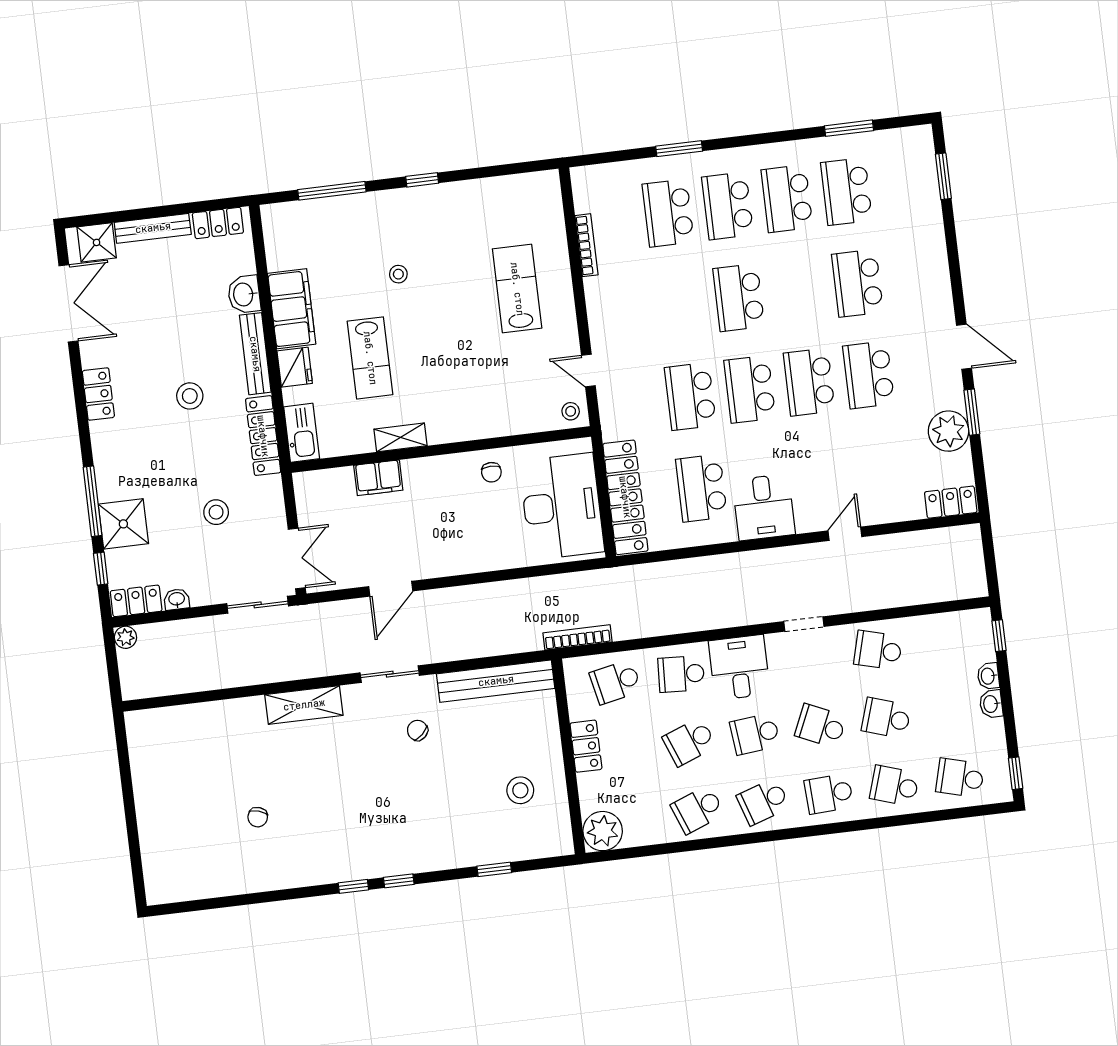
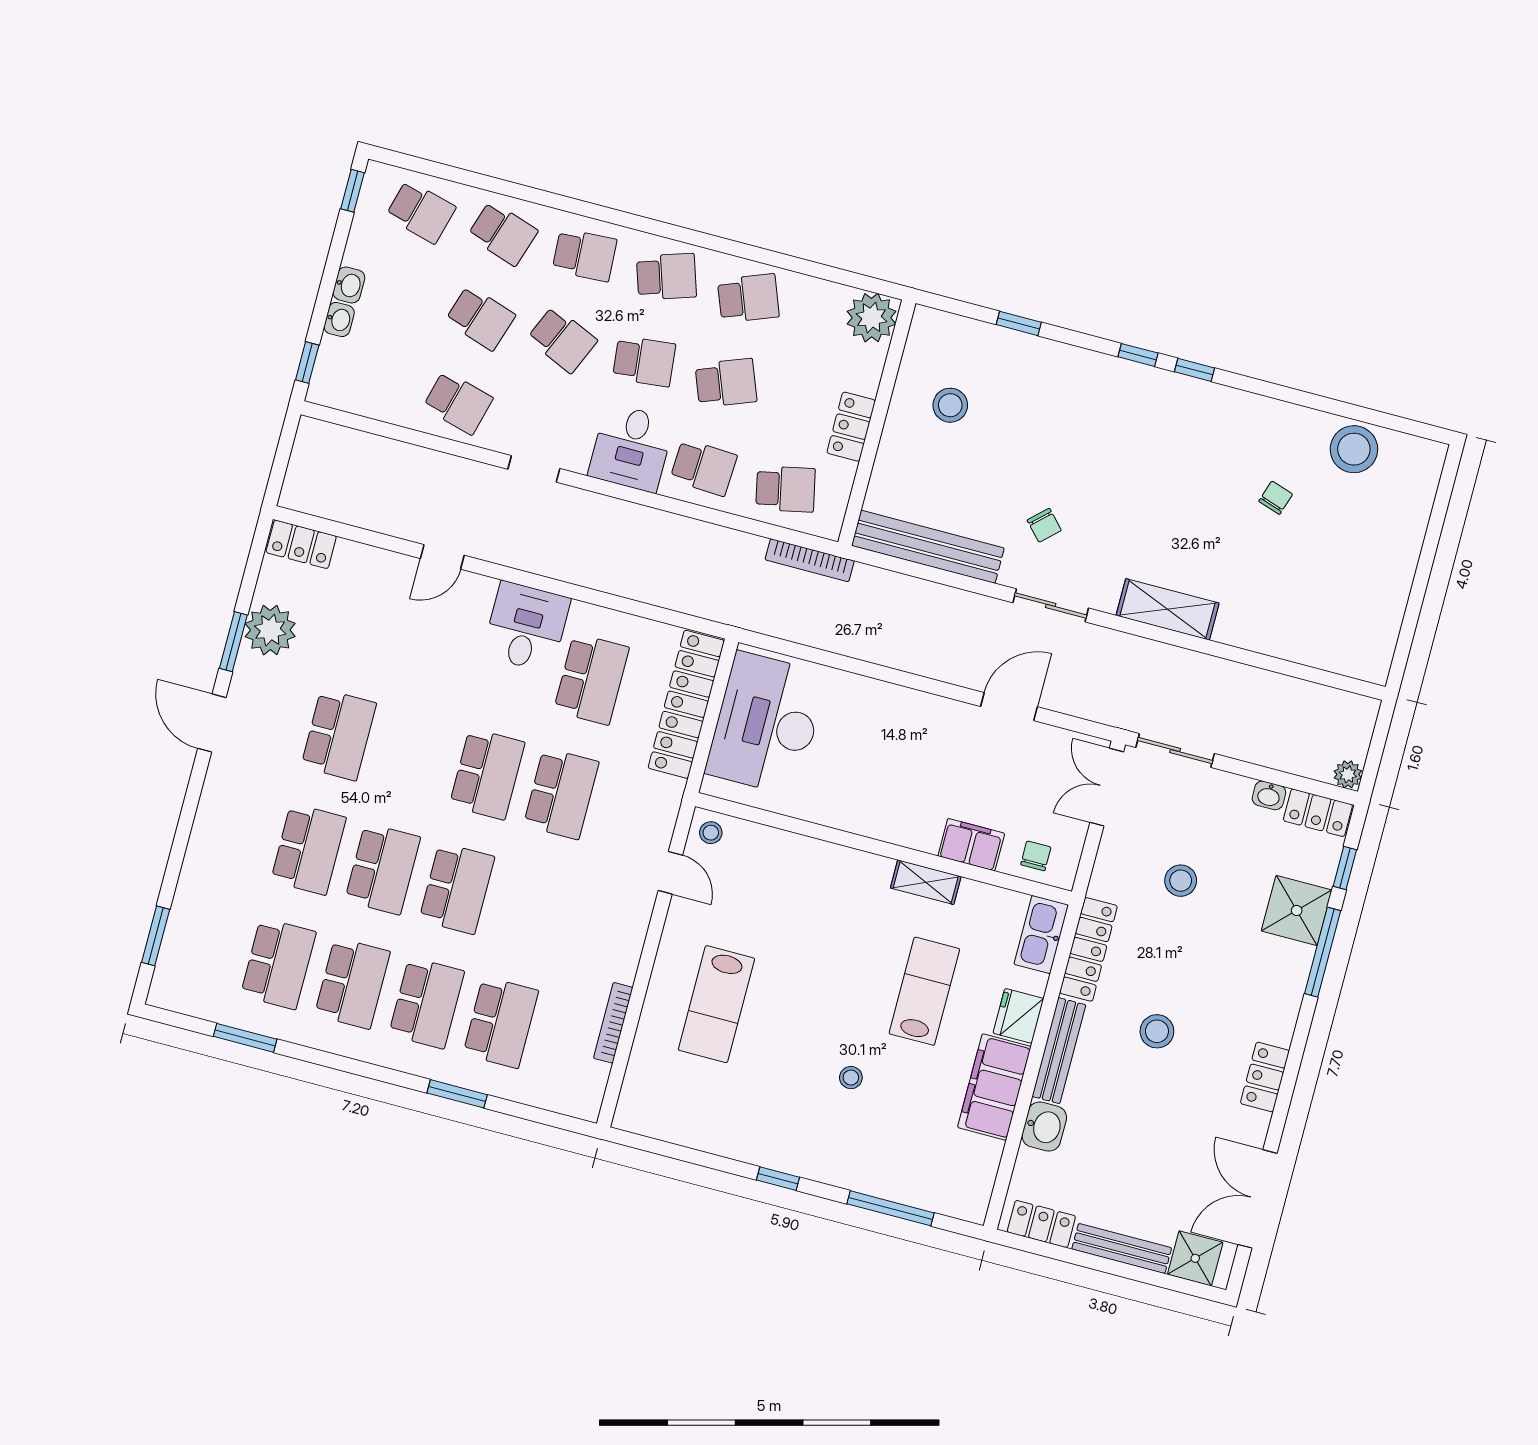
school desk: (809, 382) -> (383, 869), moved
chair: (491, 472) -> (1036, 856), moved
stool: (215, 875) -> (1354, 449), added

